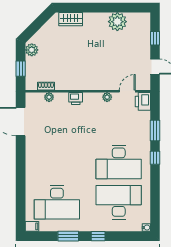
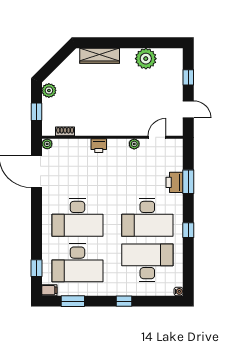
wardrobe: (71, 19) -> (100, 56), width x1.50
plant: (49, 97) -> (47, 144), moved
printer: (143, 101) -> (175, 182), moved
window: (155, 158) -> (188, 230), moved
desk: (57, 162) -> (77, 217), added
window: (21, 207) -> (36, 268), added
window: (68, 236) -> (73, 301), moved

